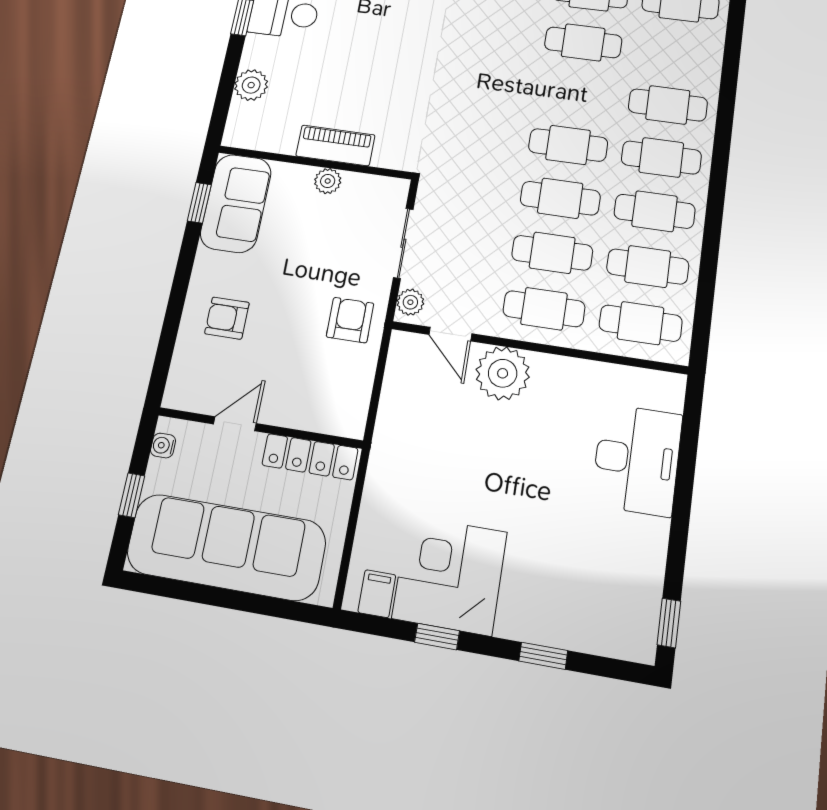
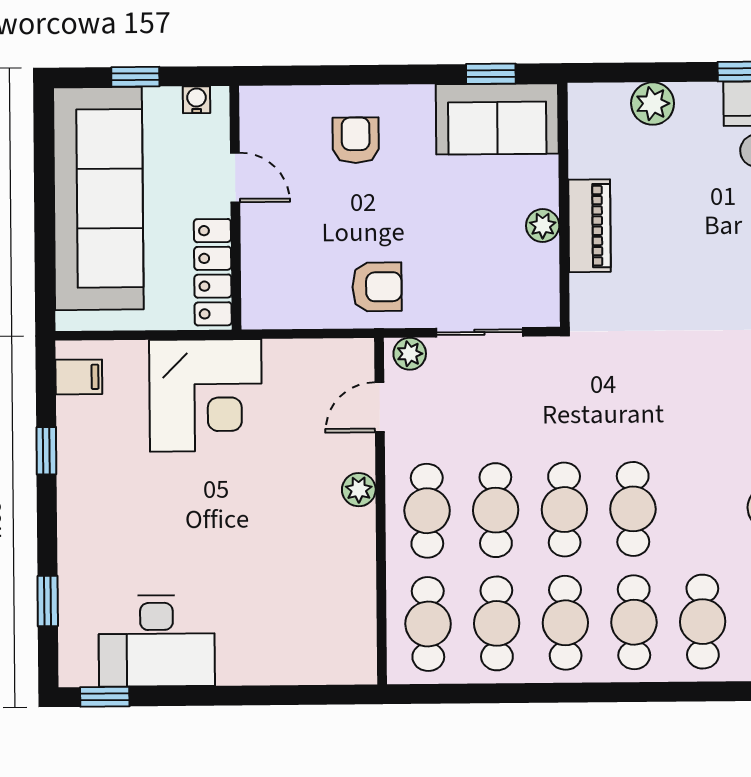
plant: (503, 373) -> (359, 490), width x0.53, depth x0.53
desk: (637, 460) -> (157, 641), moved
corner desk: (450, 575) -> (206, 395), moved, turned 90
window: (543, 656) -> (48, 601), moved

